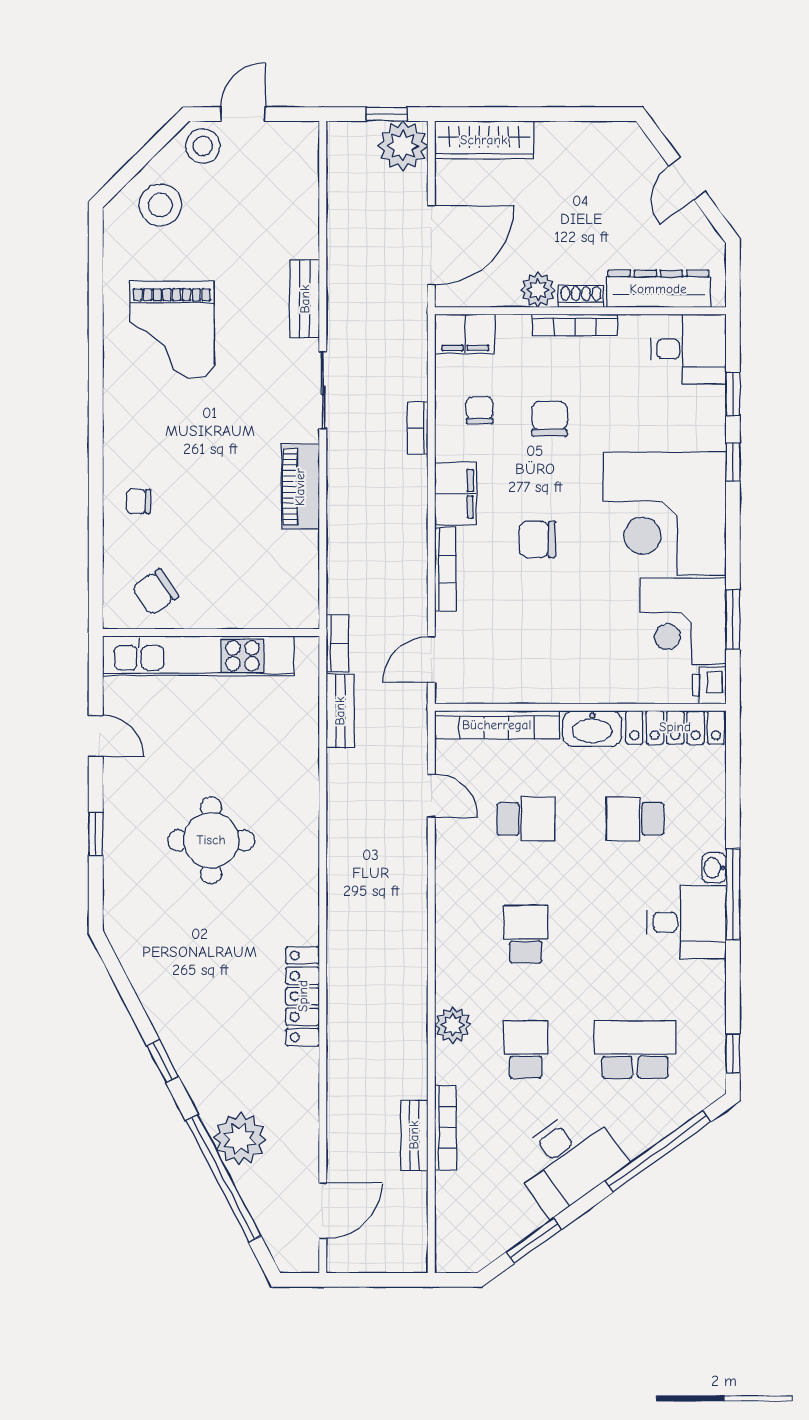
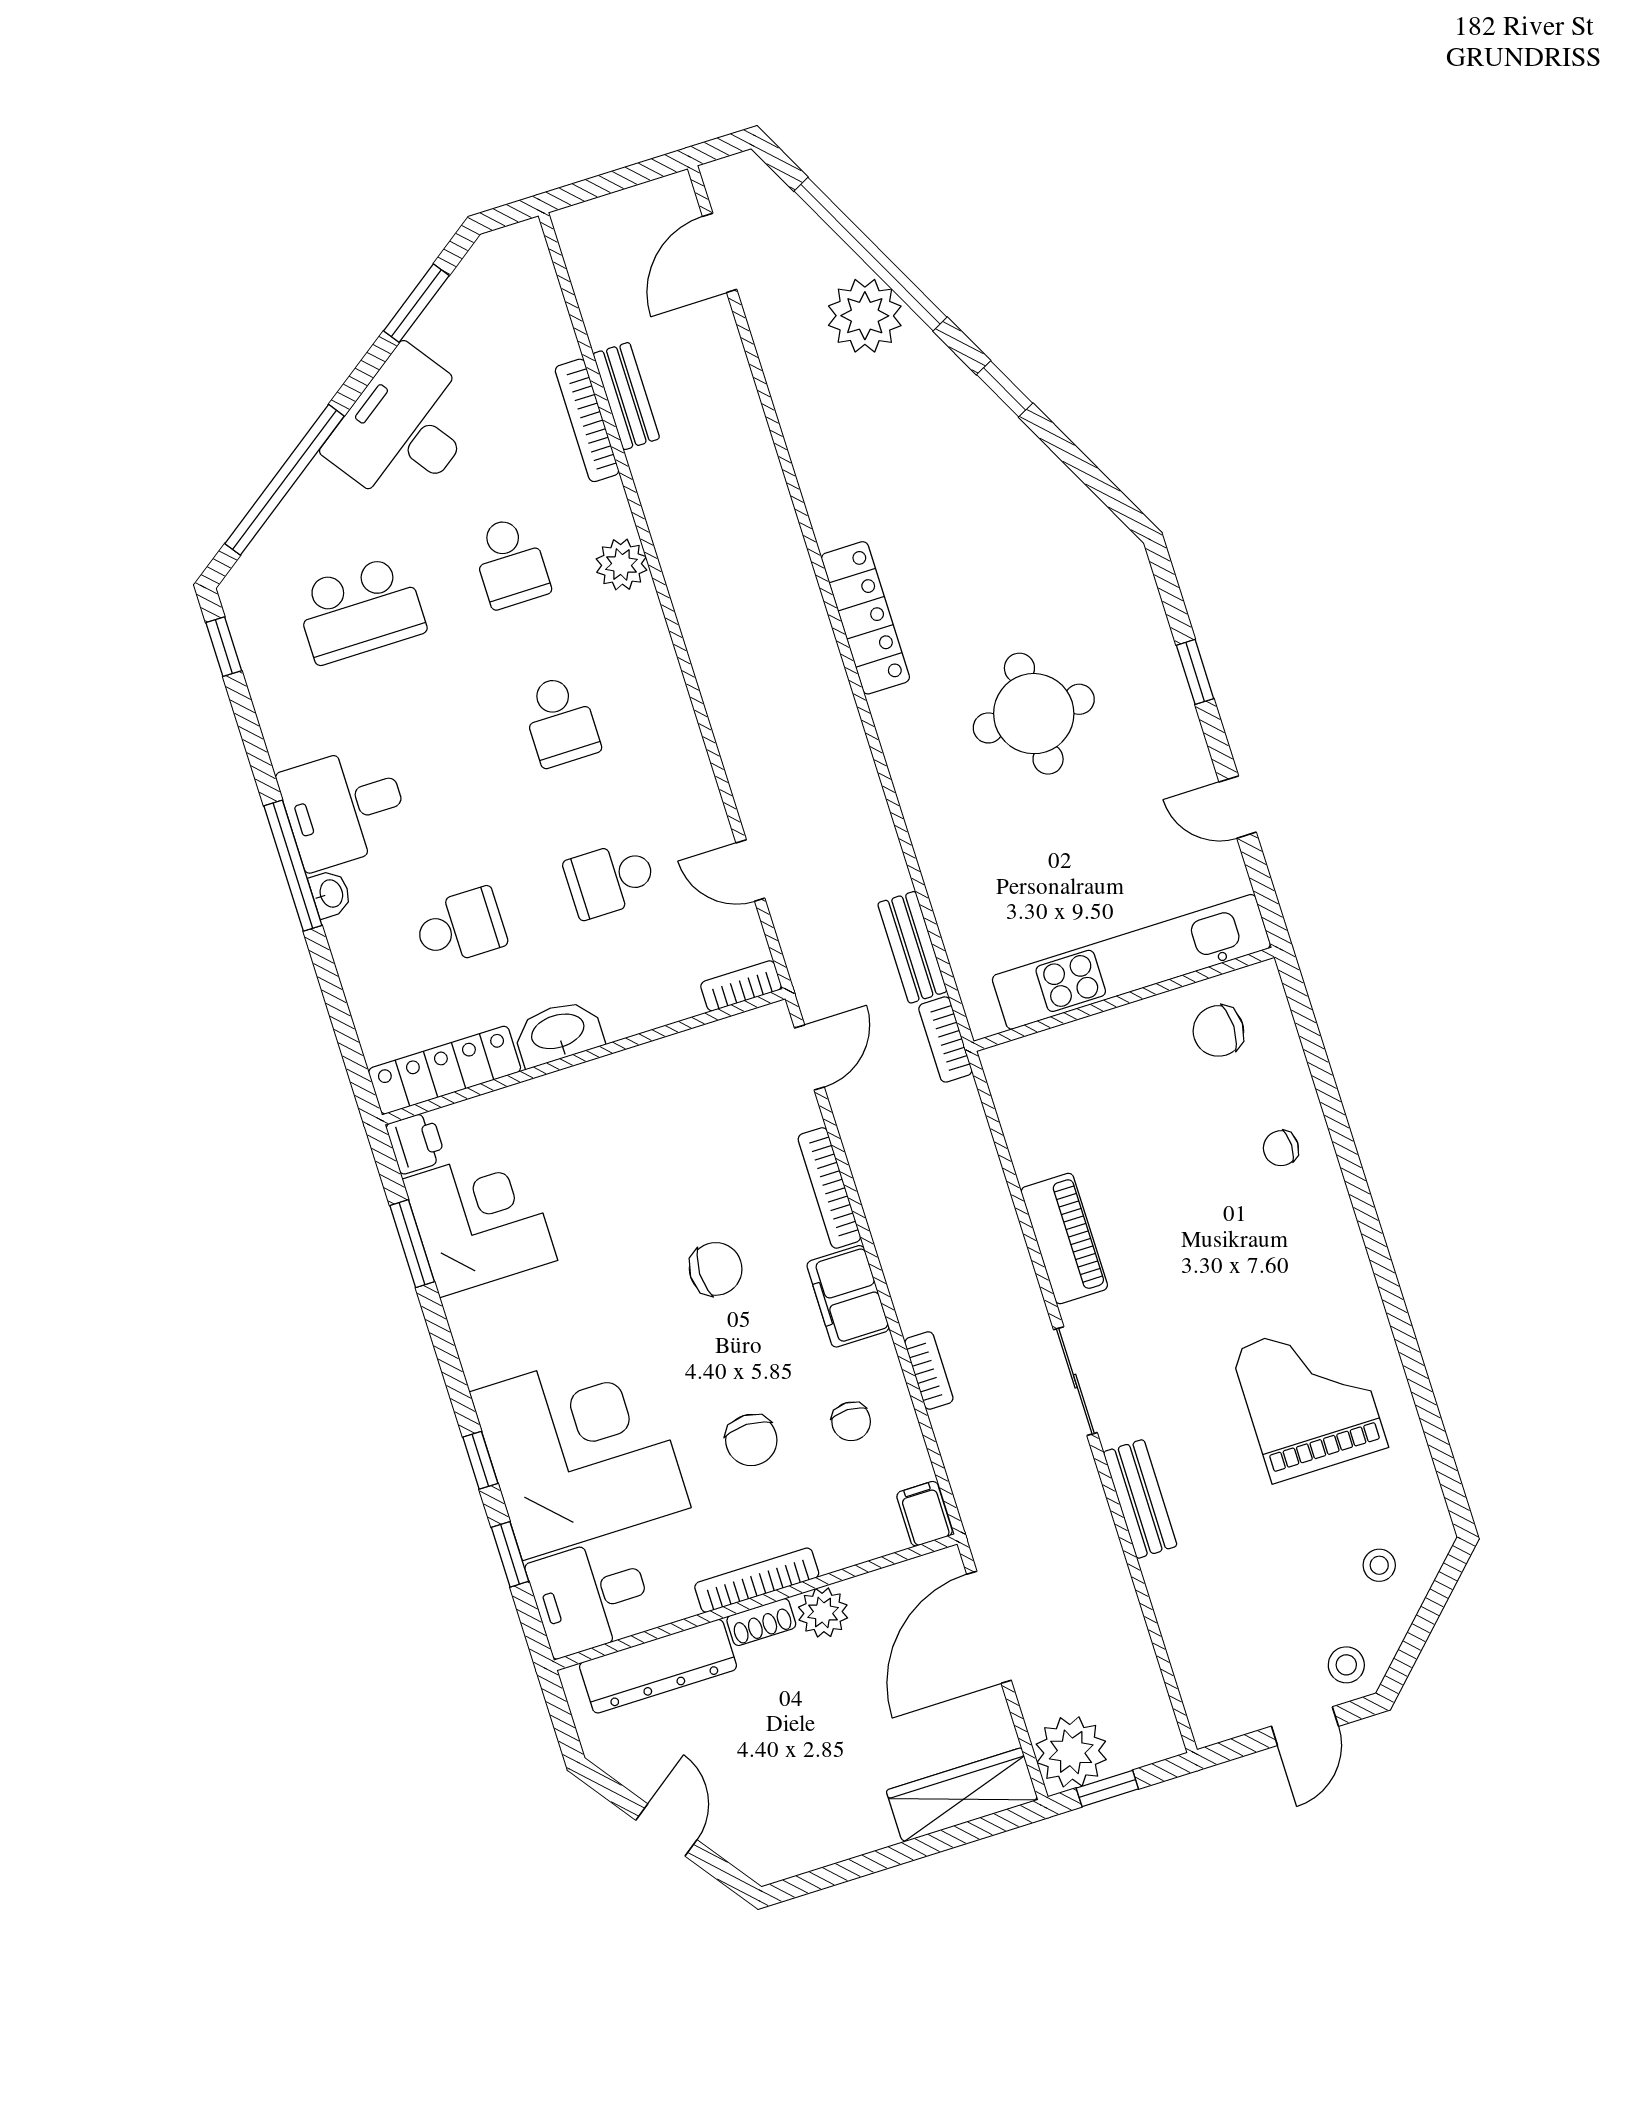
stool: (203, 146) -> (1346, 1665), width x0.73, depth x0.73
stool: (160, 205) -> (1379, 1565), width x0.53, depth x0.53
filing cabinet: (465, 334) -> (925, 1514), width x0.50
chair: (138, 501) -> (1281, 1148), turned 180
corner desk: (665, 514) -> (580, 1450), moved
chair: (155, 592) -> (1218, 1031), turned -146
bookcase: (497, 725) -> (741, 986), width x0.43, depth x0.76
locker: (303, 996) -> (865, 618), moved

